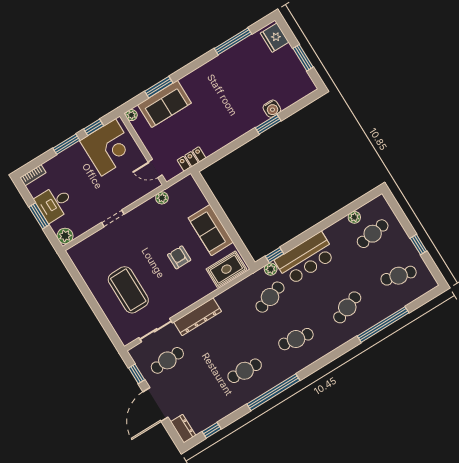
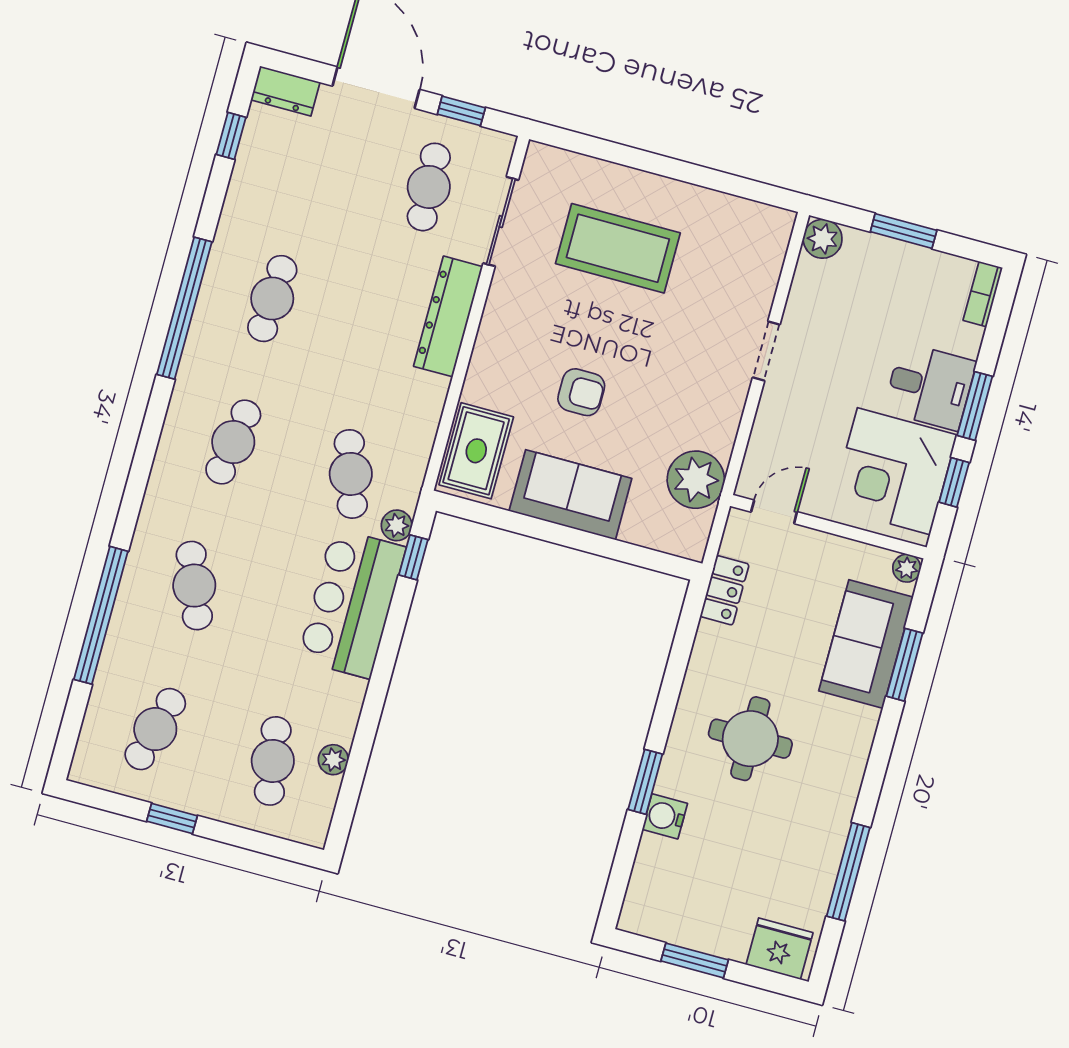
round table: (225, 108) -> (750, 739), added
plant: (162, 198) -> (696, 480), width x1.87, depth x1.87
desk: (54, 203) -> (930, 386), moved, turned 90

